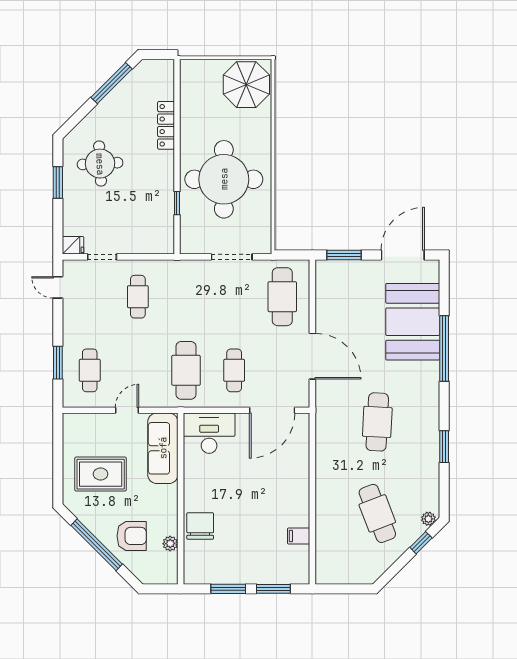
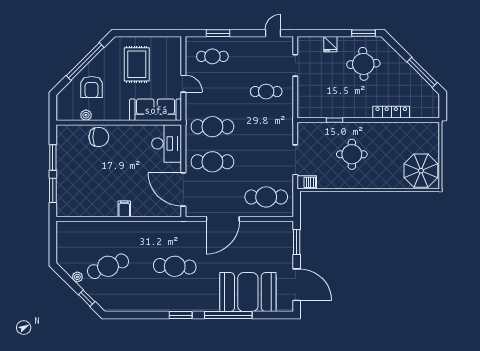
round table: (224, 179) -> (352, 154), width x0.54, depth x0.54
window: (58, 182) -> (363, 33), moved
barbecue: (262, 241) -> (307, 182), added
fridge: (73, 245) -> (330, 44), moved
cafe table: (234, 370) -> (212, 162), width x1.37, depth x1.35
window: (444, 447) -> (181, 315), moved
plant: (428, 519) -> (77, 277), moved
filing cabinet: (299, 536) -> (124, 209), moved

